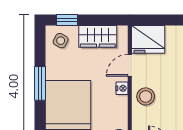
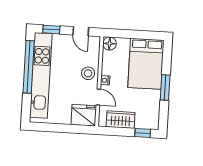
side table: (61, 41) -> (148, 118), removed
door: (130, 65) -> (98, 97), hinge flipped

